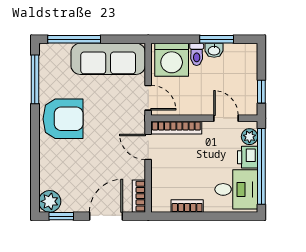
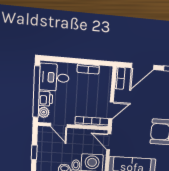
window: (261, 92) -> (34, 152), moved
door: (148, 147) -> (111, 110), hinge flipped

